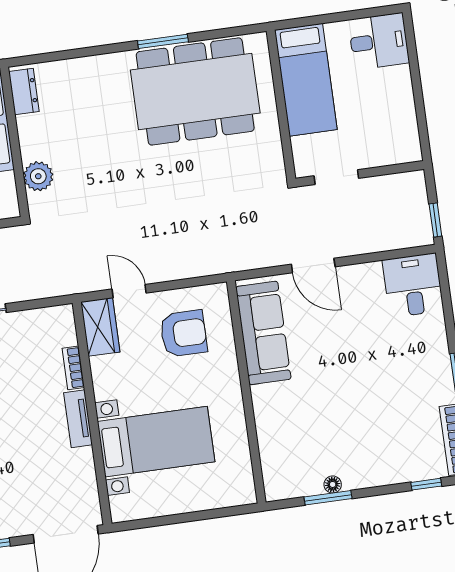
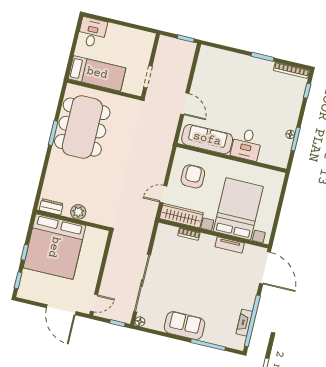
plant: (38, 176) -> (78, 212), moved
door: (313, 266) -> (185, 104), hinge flipped
desk: (413, 285) -> (247, 144), moved, turned -90
wardrobe: (100, 327) -> (181, 216), width x1.50
tv unit: (78, 419) -> (230, 245), moved
bed with nightstands: (156, 442) -> (238, 209), width x1.36

